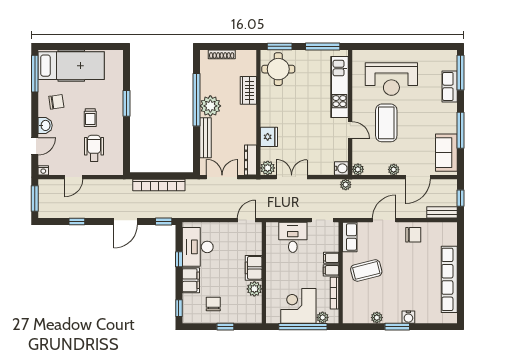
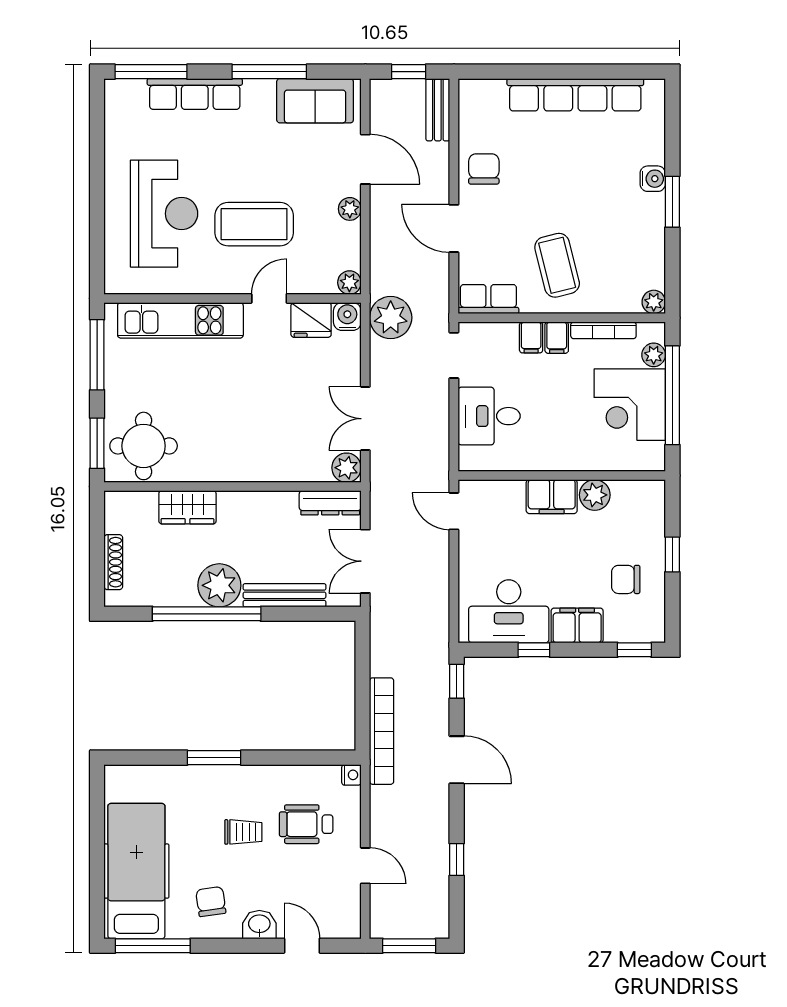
row of seats: (450, 86) -> (195, 94), width x1.48
fridge: (269, 137) -> (311, 320), moved, turned 180
nightstand: (43, 170) -> (351, 775), moved
bookcase: (159, 185) -> (382, 731), moved
plant: (346, 185) -> (391, 318), width x1.88, depth x1.88
plant: (377, 318) -> (654, 302), moved

